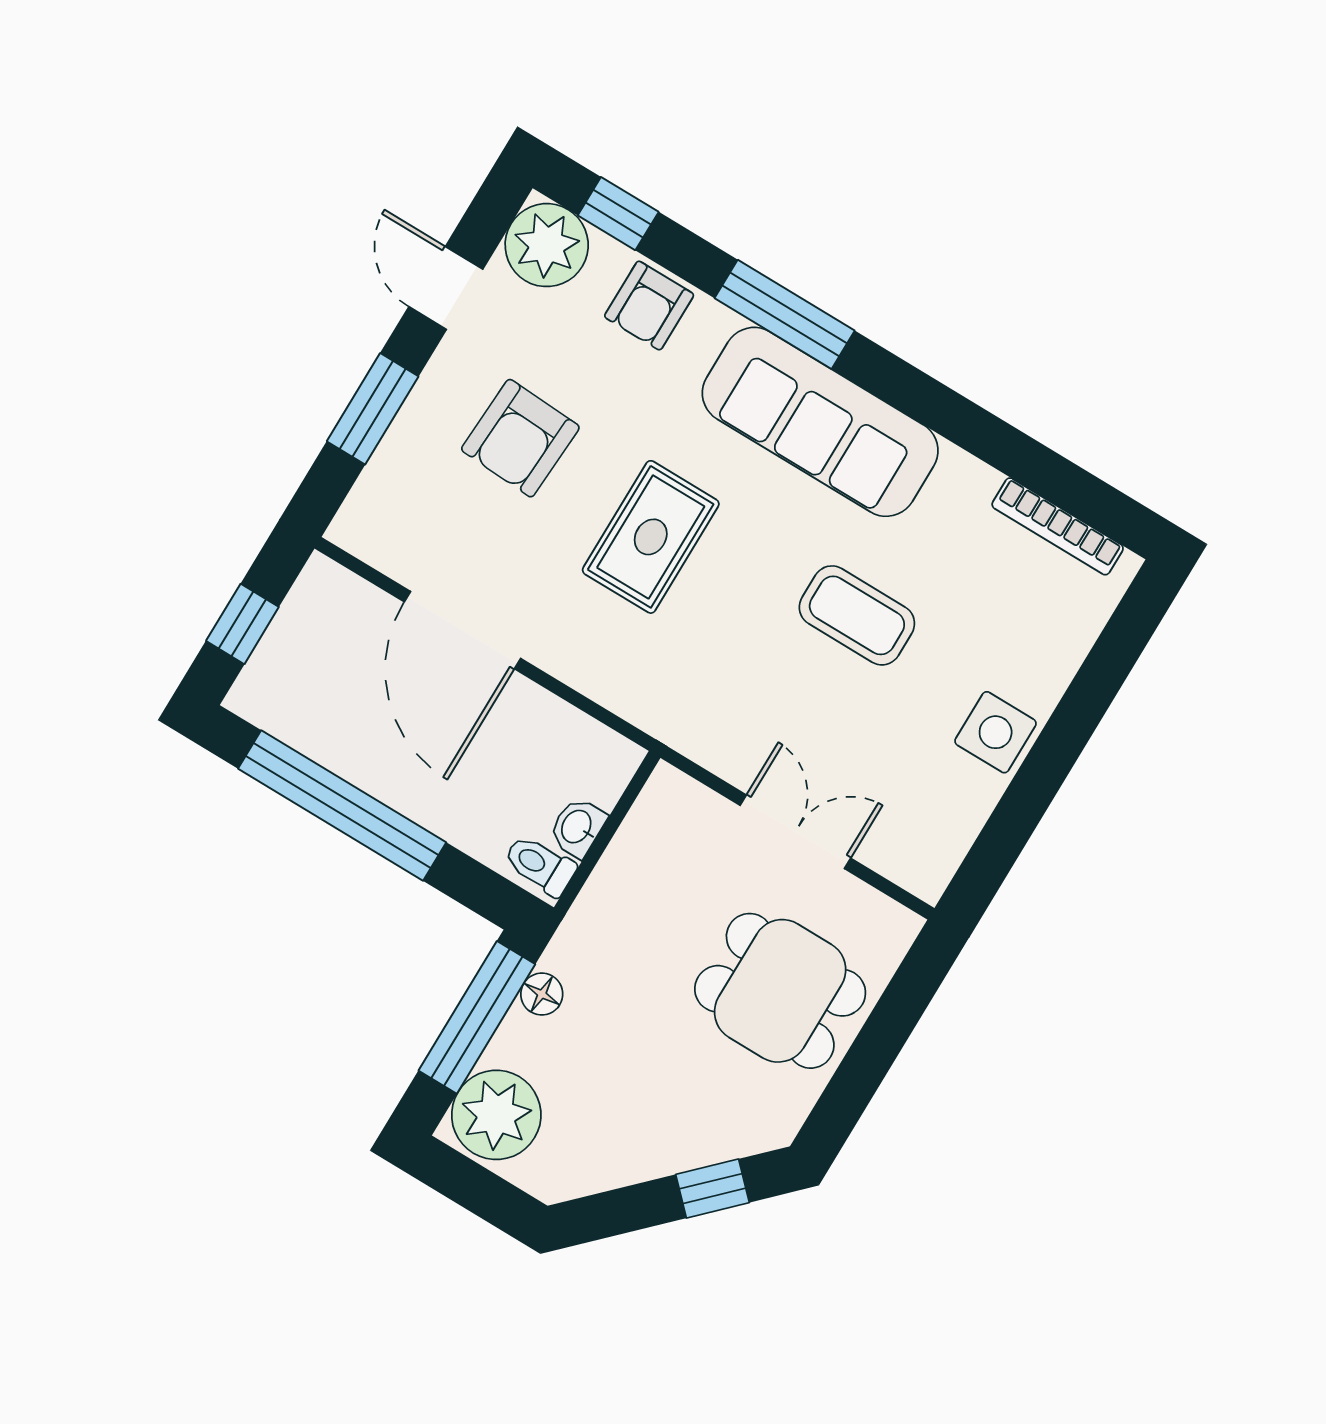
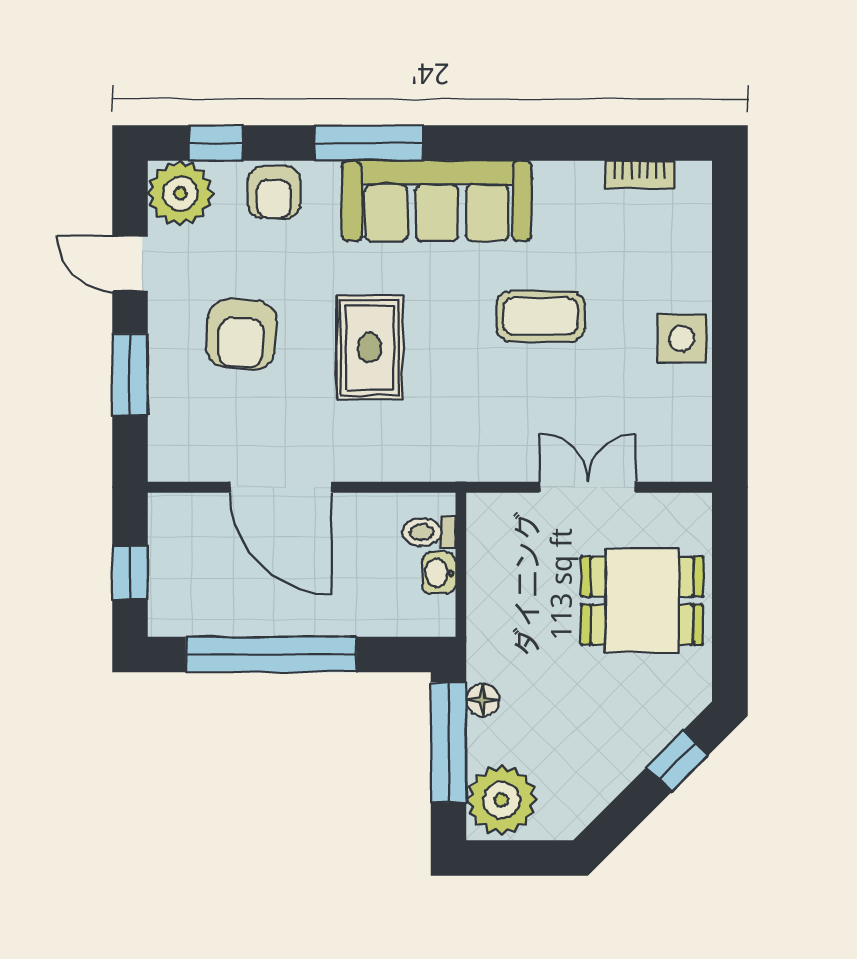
bookcase: (1058, 526) -> (639, 174), width x0.64
toilet: (540, 865) -> (429, 532), moved

